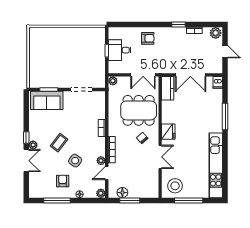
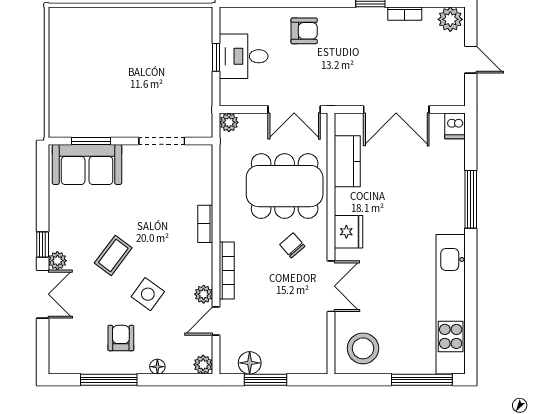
kitchen counter: (168, 88) -> (347, 161), moved
window: (189, 200) -> (422, 380), moved

